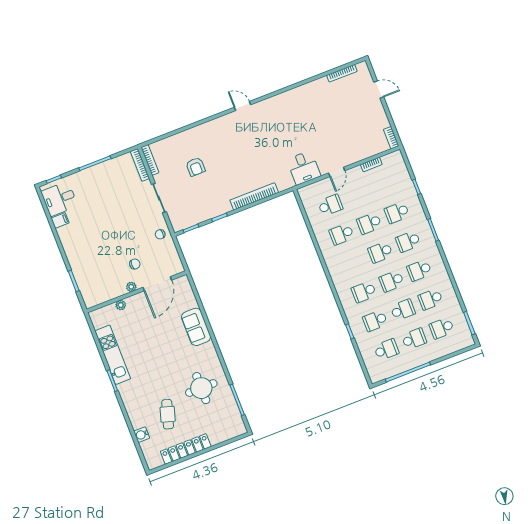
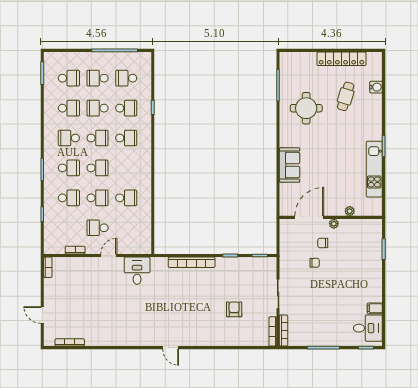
school desk: (330, 205) -> (98, 228), moved
chair: (160, 234) -> (315, 263), moved
school desk: (419, 270) -> (69, 138), turned 180

